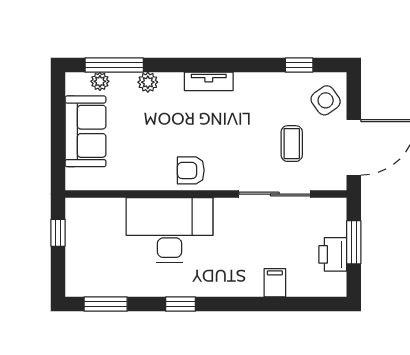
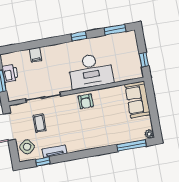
plant: (100, 81) -> (149, 134), moved
tv unit: (209, 81) -> (54, 151), moved
plant: (148, 82) -> (114, 140), removed
sofa: (86, 131) -> (138, 100), moved
armchair: (191, 170) -> (86, 101), turned 90

